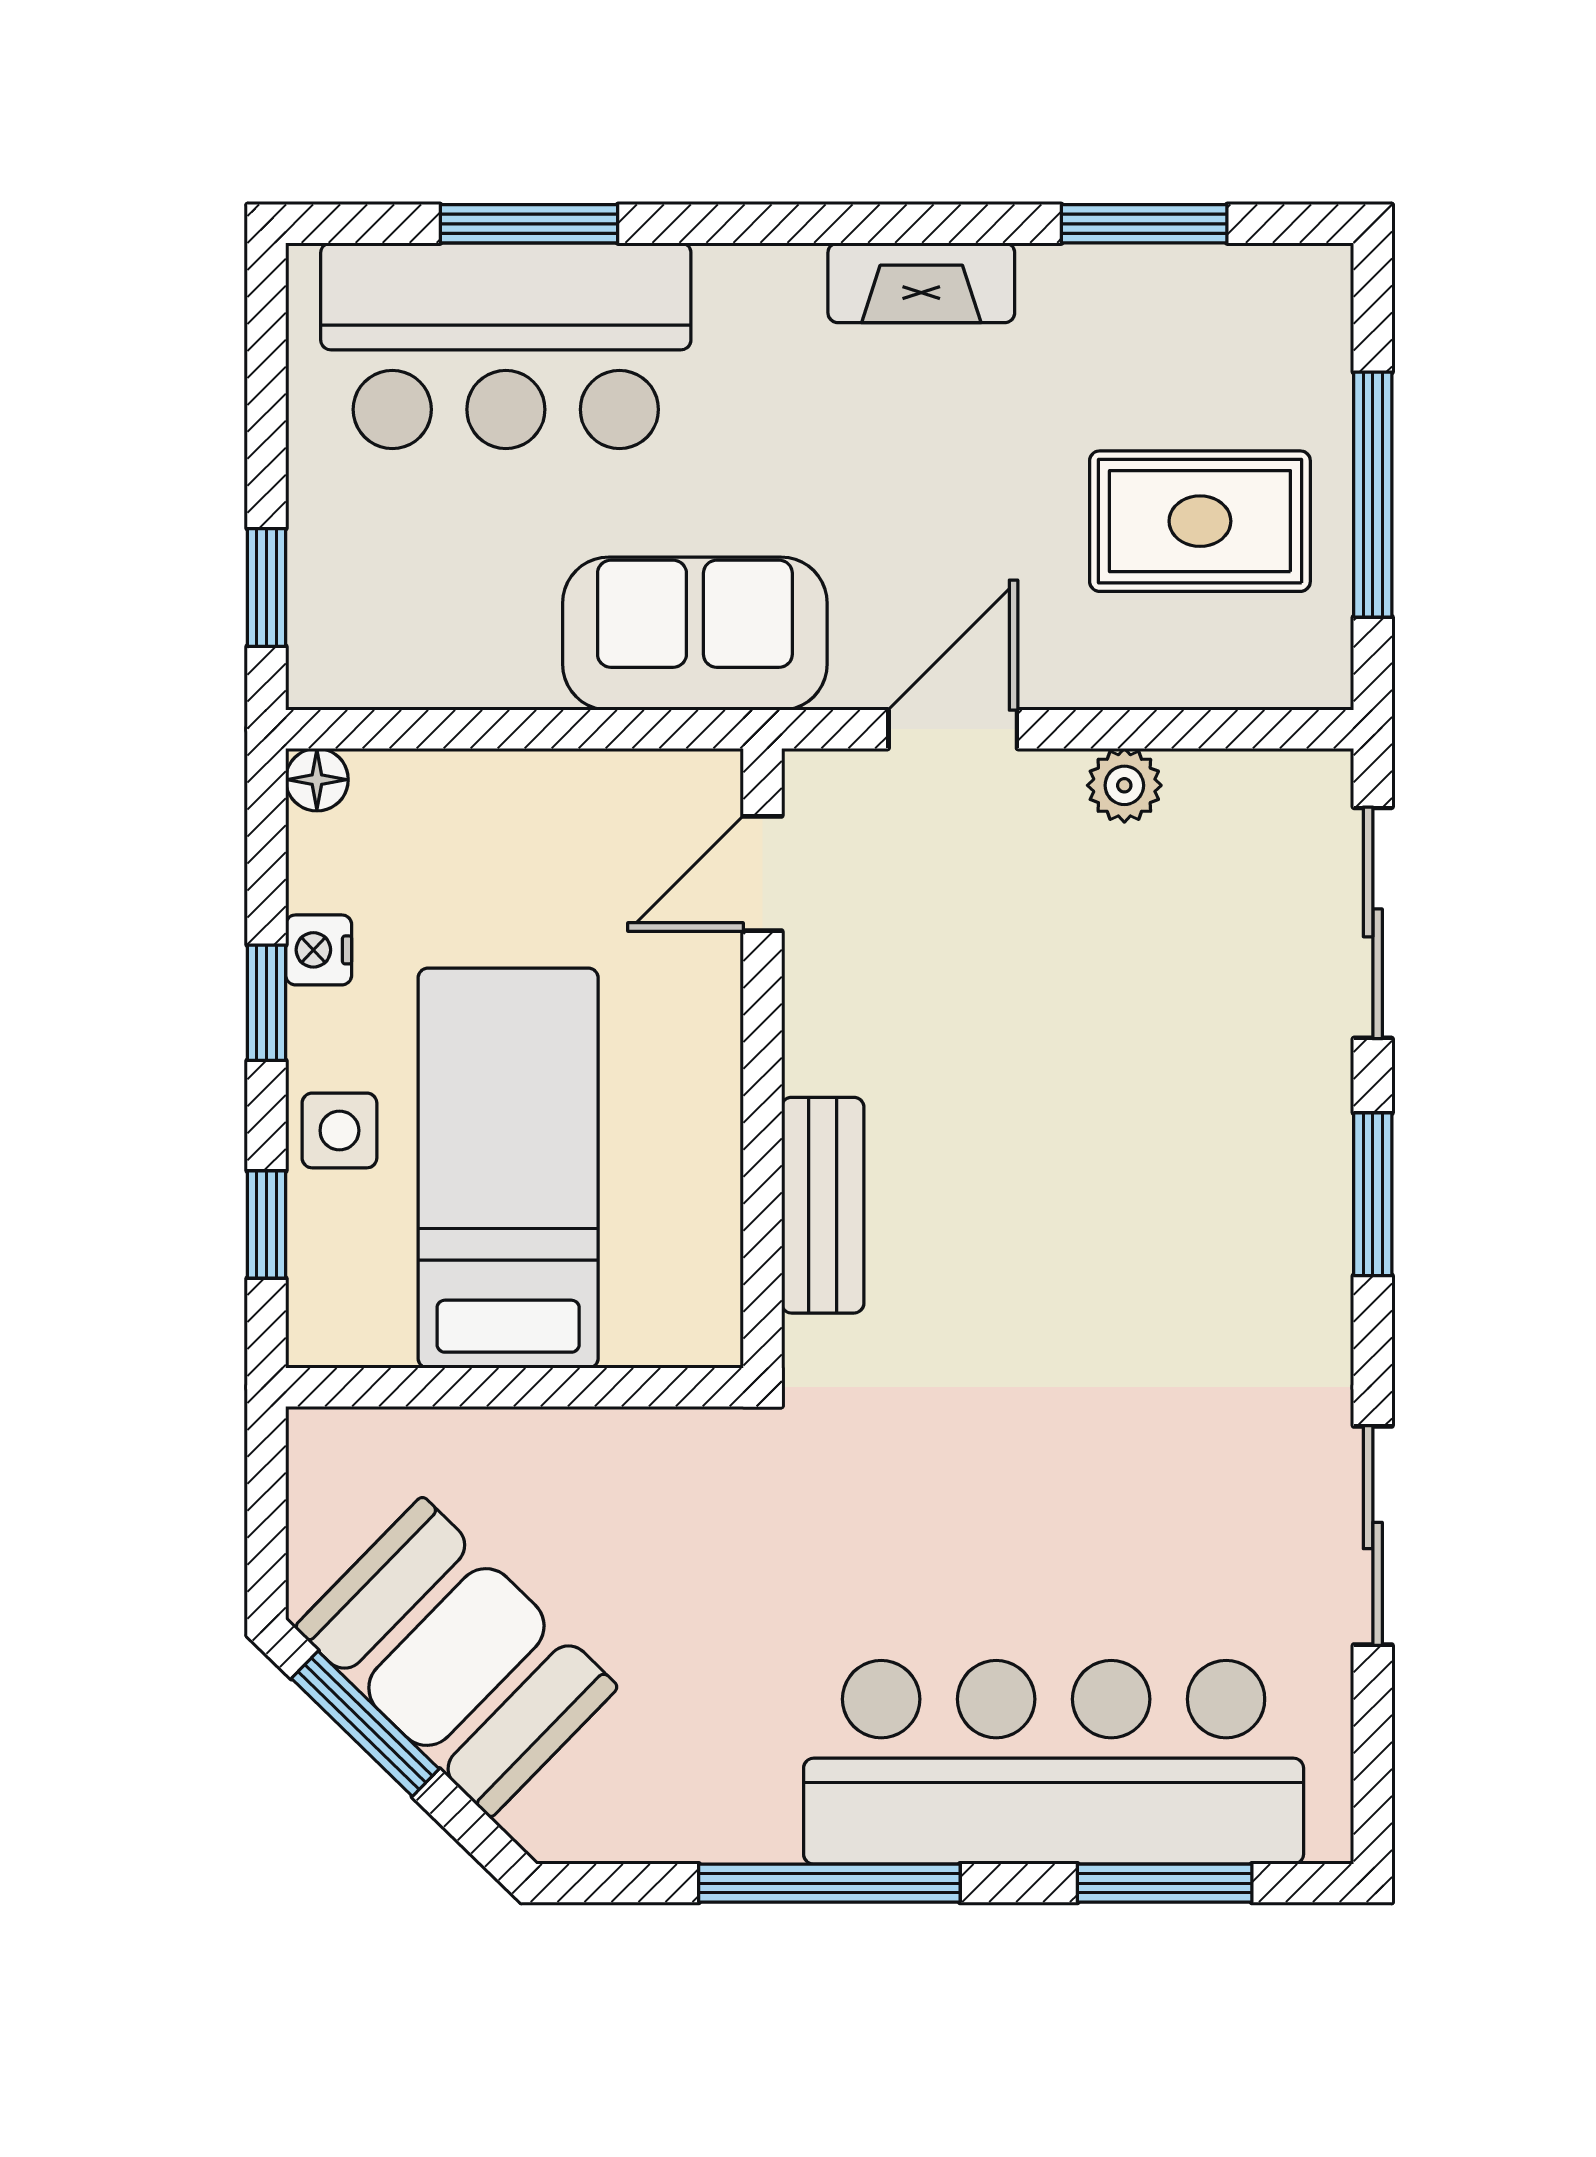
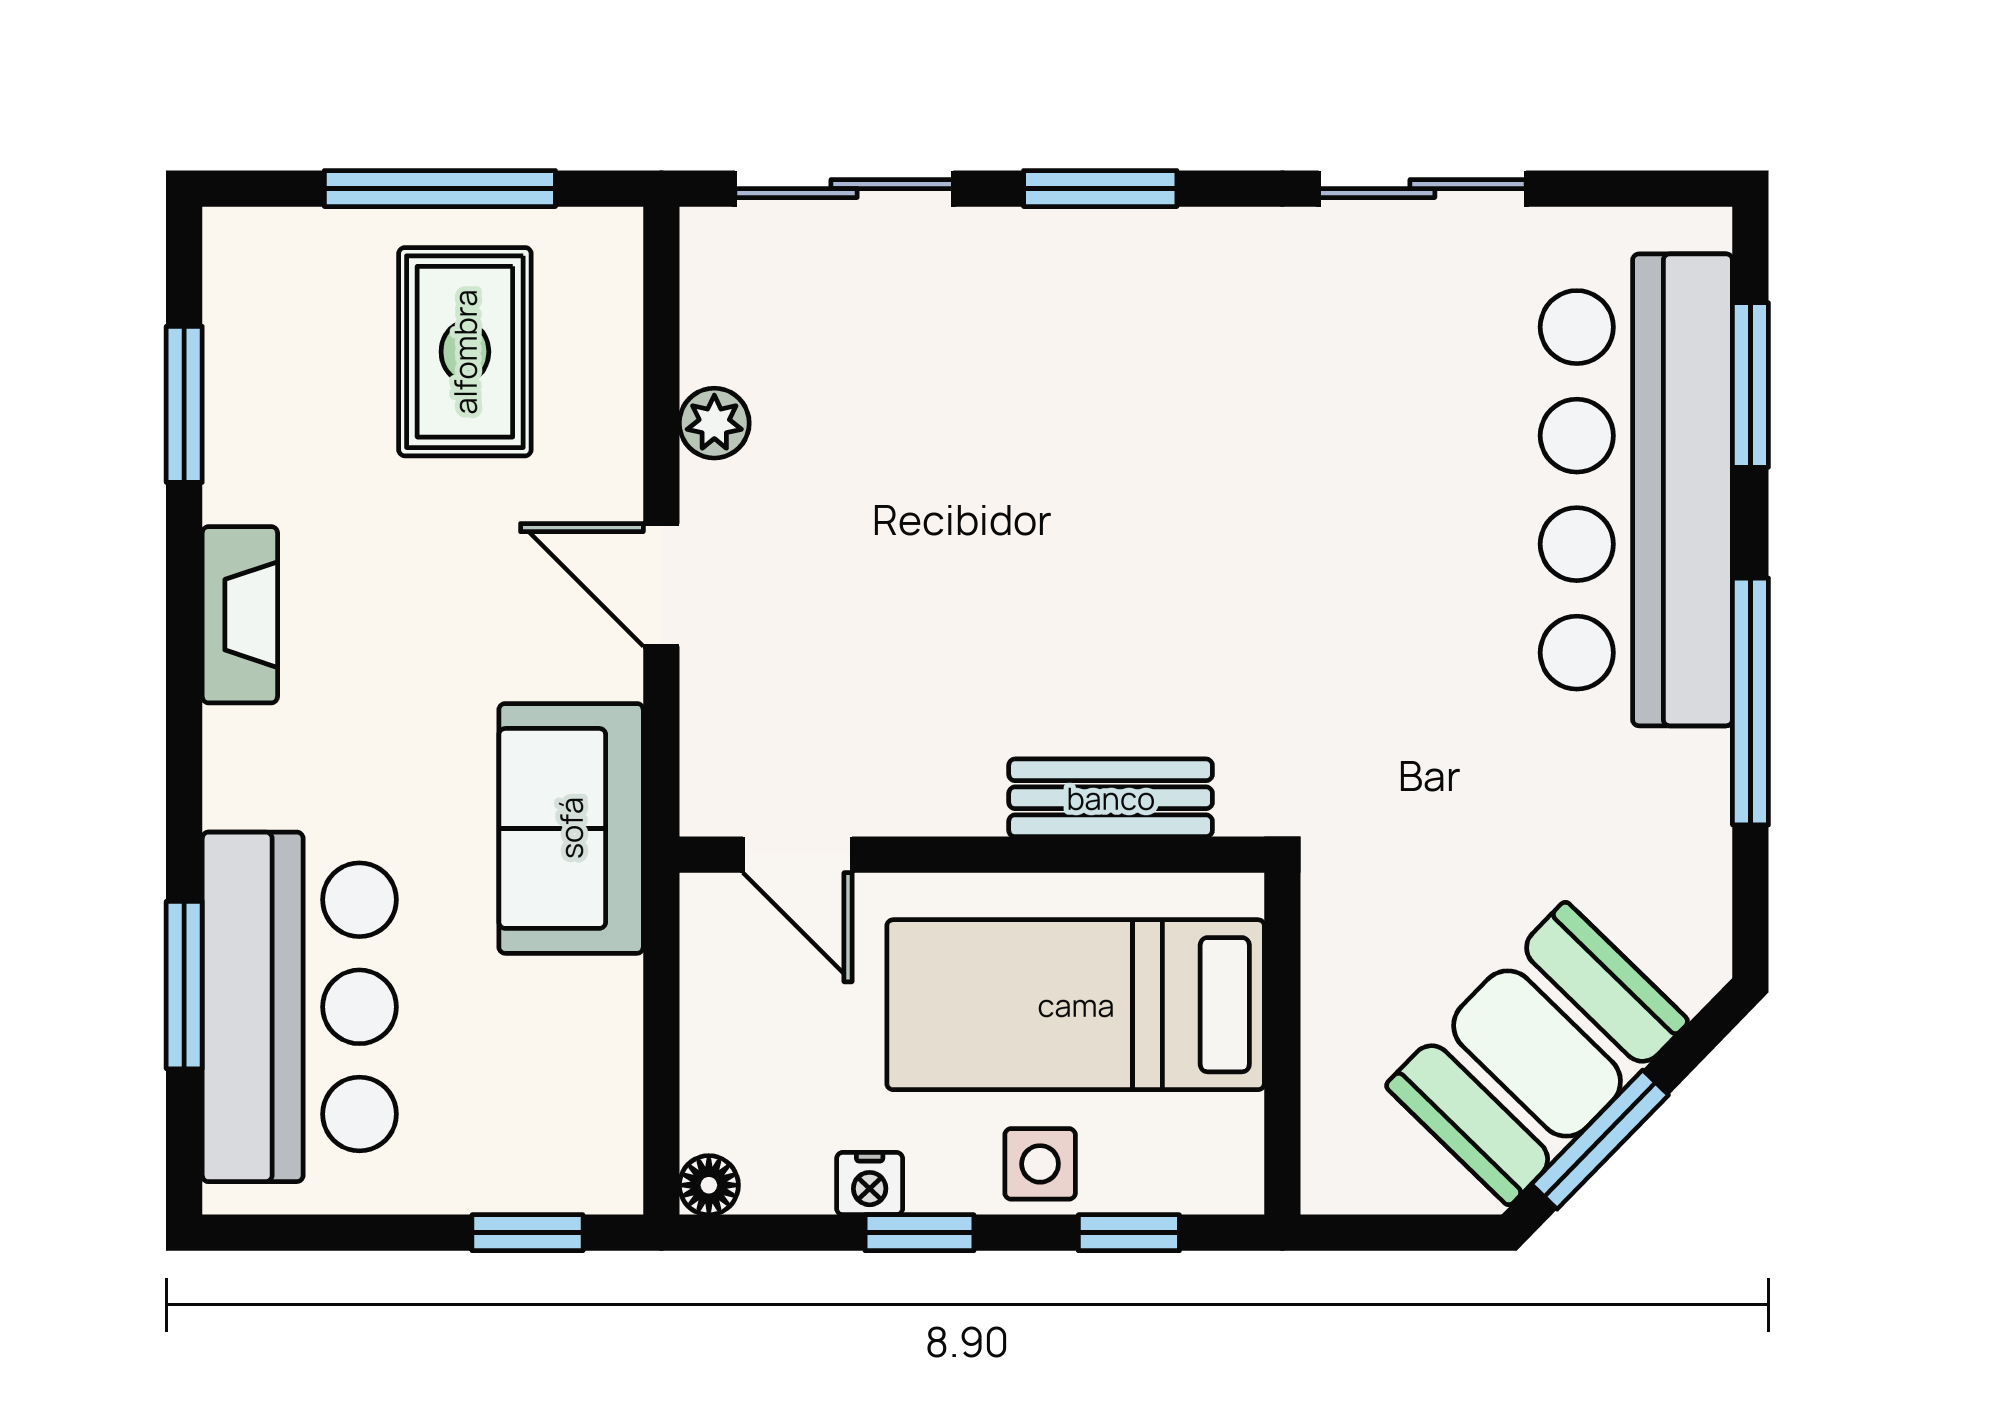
door: (762, 873) -> (797, 855), moved
wall: (762, 1058) -> (972, 855), moved
bench: (823, 1205) -> (1111, 798), moved

